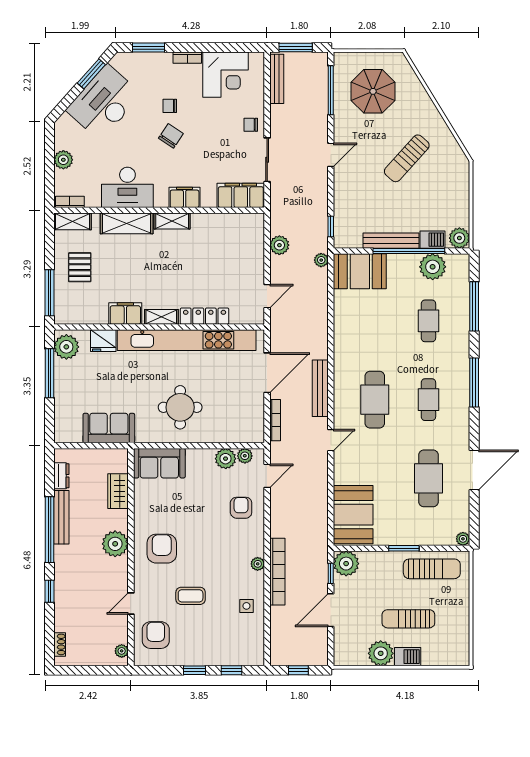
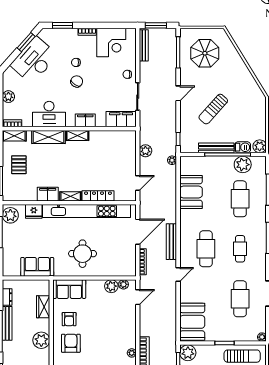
sun lounger: (407, 158) -> (213, 109), moved
booth: (360, 271) -> (191, 192), moved, turned 90
cafe table: (428, 321) -> (240, 199), width x1.37, depth x1.35
armchair: (241, 508) -> (69, 319), moved, turned 180

